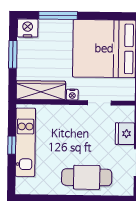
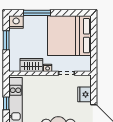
wardrobe: (41, 90) -> (31, 65), width x0.67

